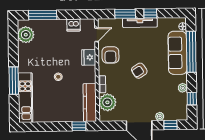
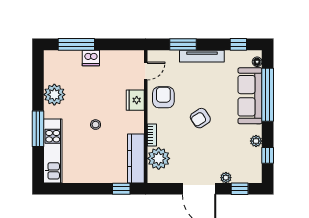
window: (150, 13) -> (238, 44), moved
dishwasher: (73, 25) -> (91, 58), moved
plant: (26, 35) -> (54, 95), moved
armchair: (110, 55) -> (163, 97), turned 180

